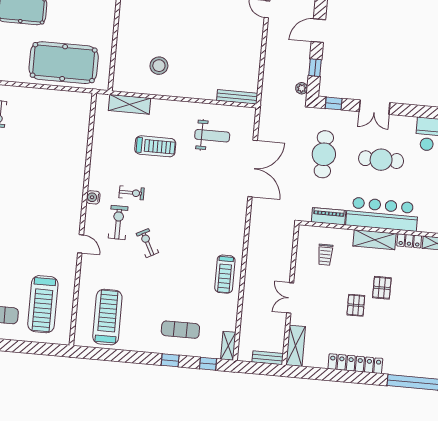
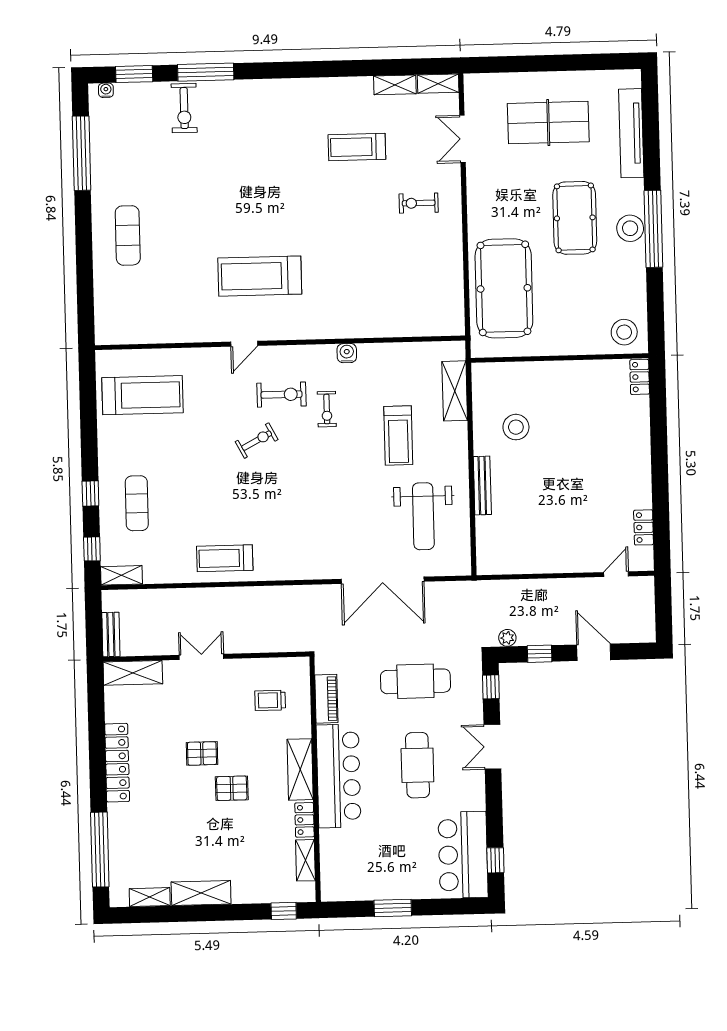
bench: (237, 97) -> (482, 486), moved
weight bench: (212, 136) -> (423, 516), width x1.36, depth x1.33
water cooler: (93, 197) -> (347, 353), moved
treadmill: (43, 304) -> (260, 276), moved

